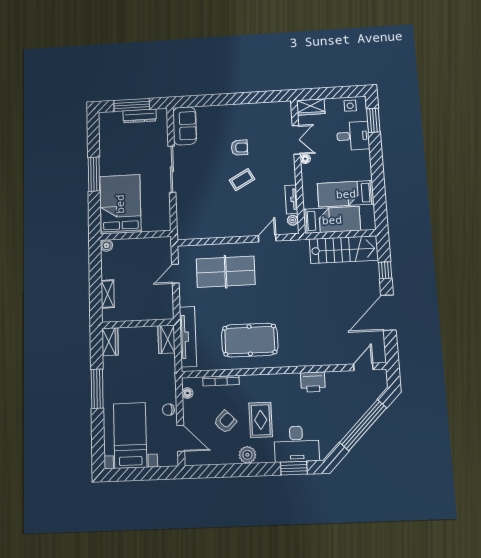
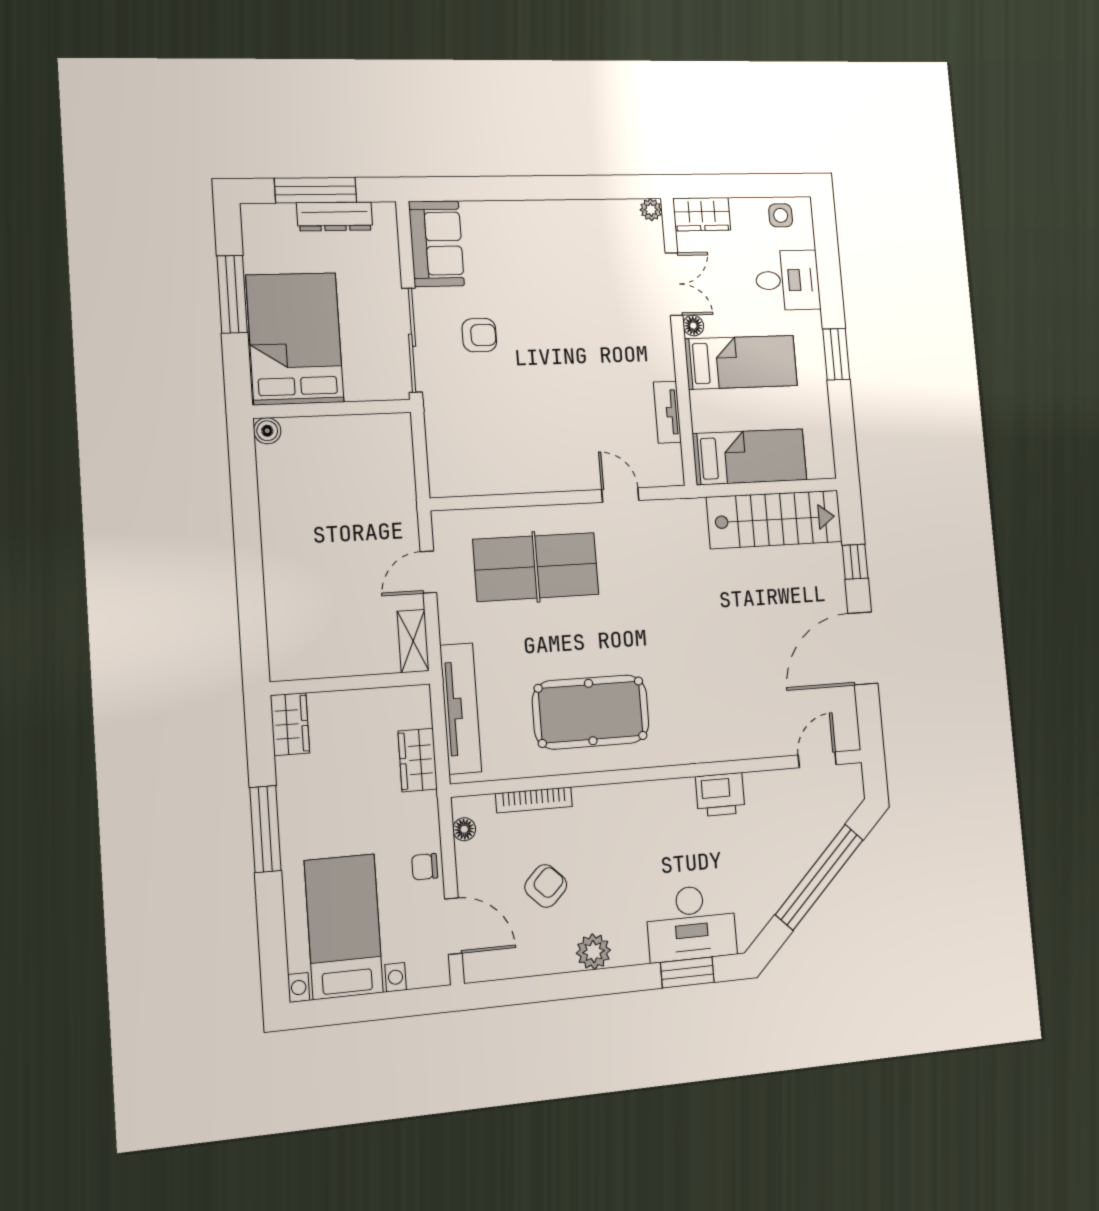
window: (373, 120) -> (836, 354), moved
armchair: (239, 148) -> (479, 335), moved
window: (94, 174) -> (232, 294), moved
coffee table: (242, 180) -> (564, 367), removed
bed: (346, 194) -> (741, 362), moved, turned 180
bed: (120, 204) -> (295, 339), moved
plant: (293, 220) -> (651, 210), moved
wall: (136, 235) -> (332, 409), moved
door: (267, 238) -> (620, 495), hinge flipped
boiler: (107, 245) -> (267, 431), moved
shelving: (108, 294) -> (413, 641), moved
wardrobe: (166, 339) -> (418, 760), moved
rug: (261, 420) -> (618, 878), removed

